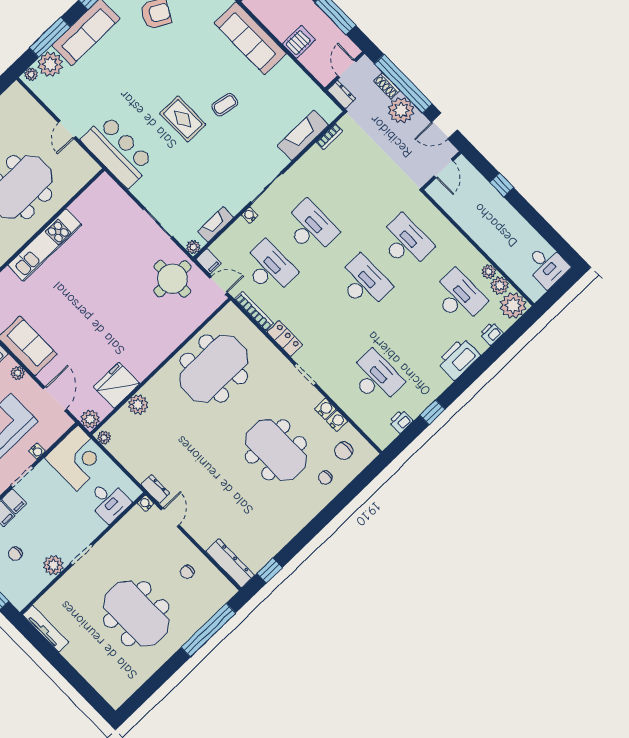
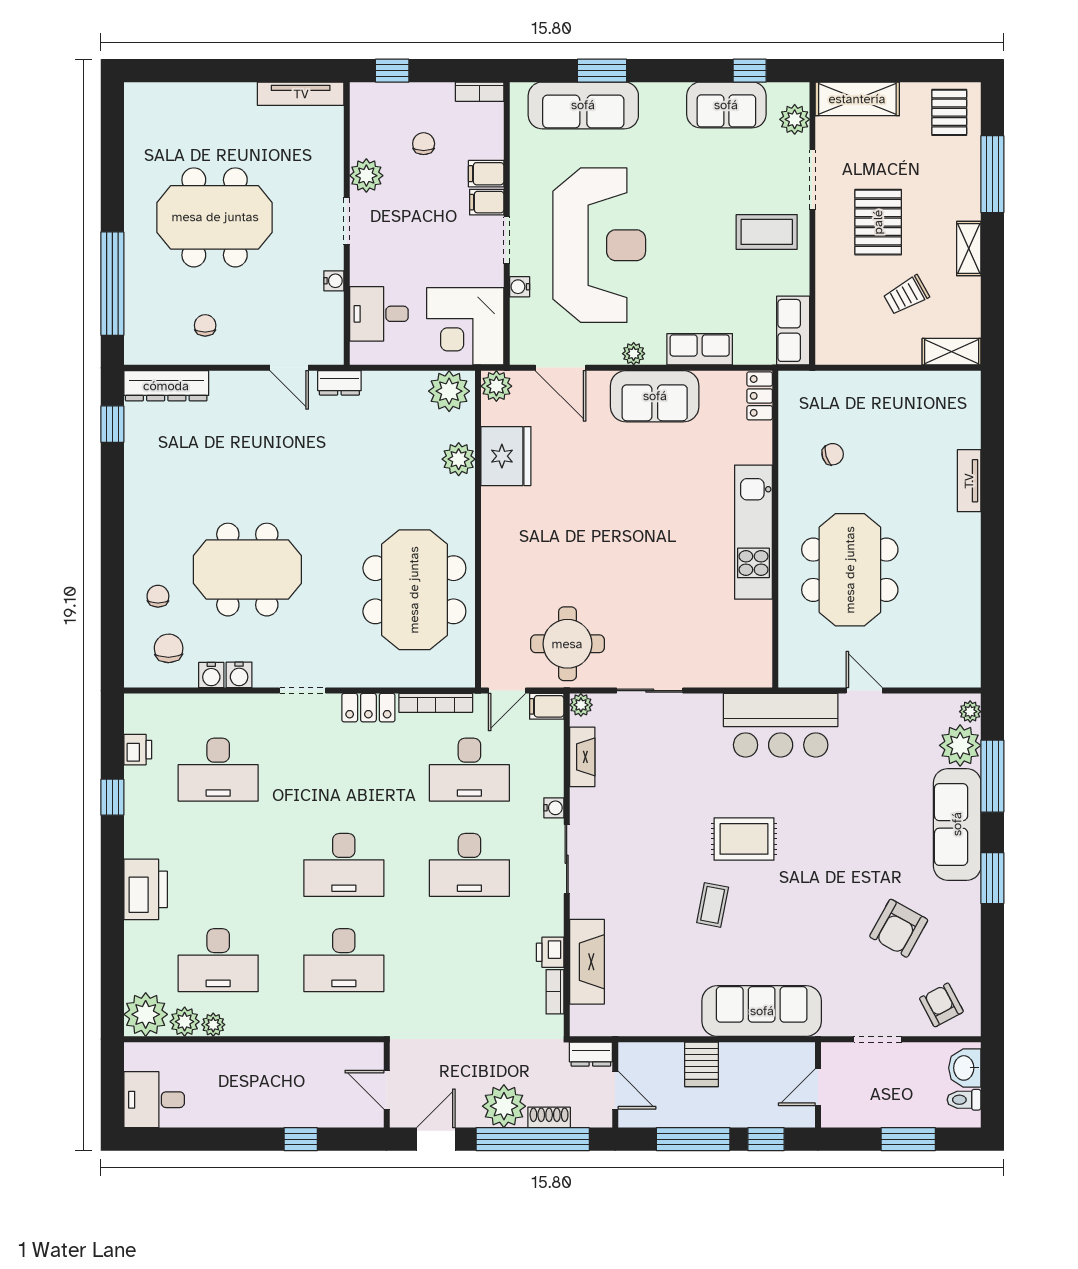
printer: (491, 334) -> (550, 952), moved, turned 180
plant: (104, 437) -> (449, 391), width x1.88, depth x1.88
water cooler: (145, 503) -> (334, 281), moved

